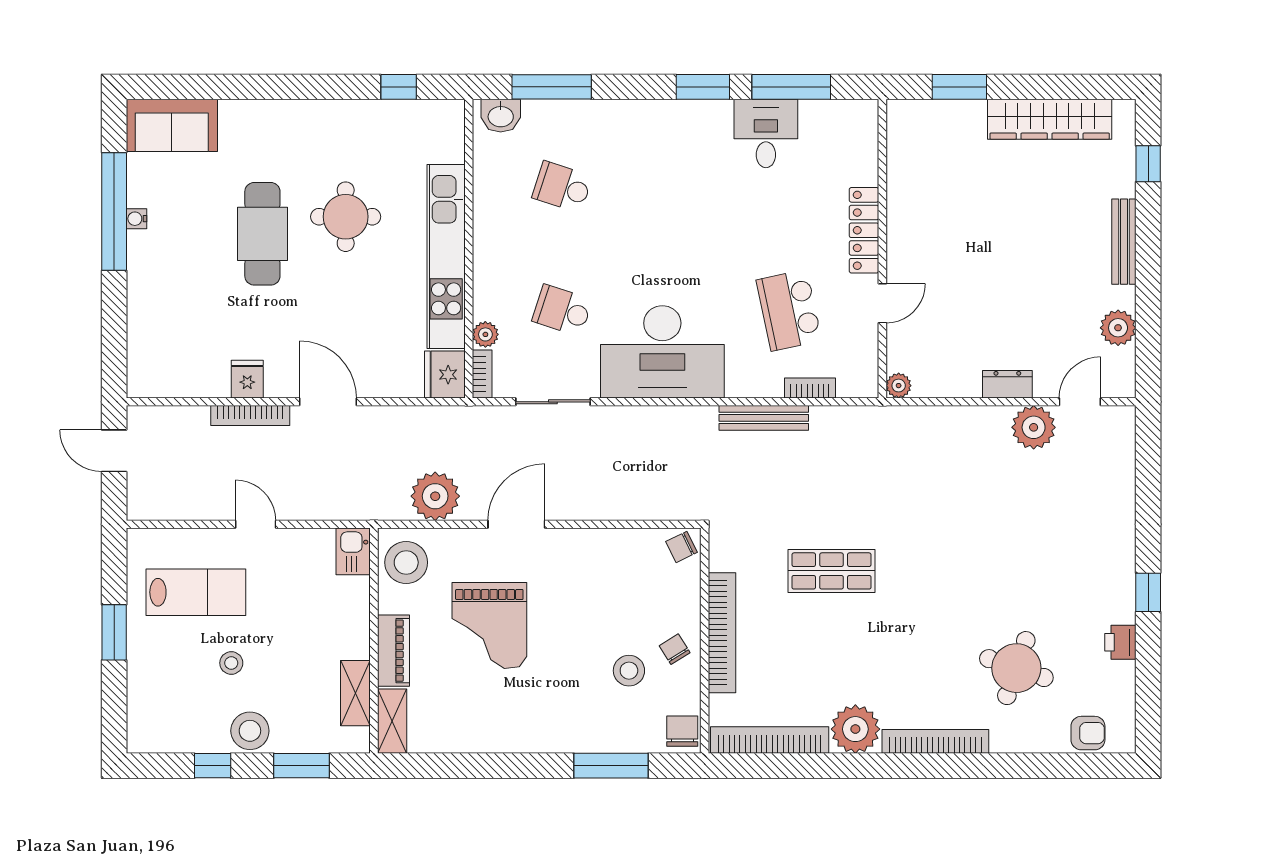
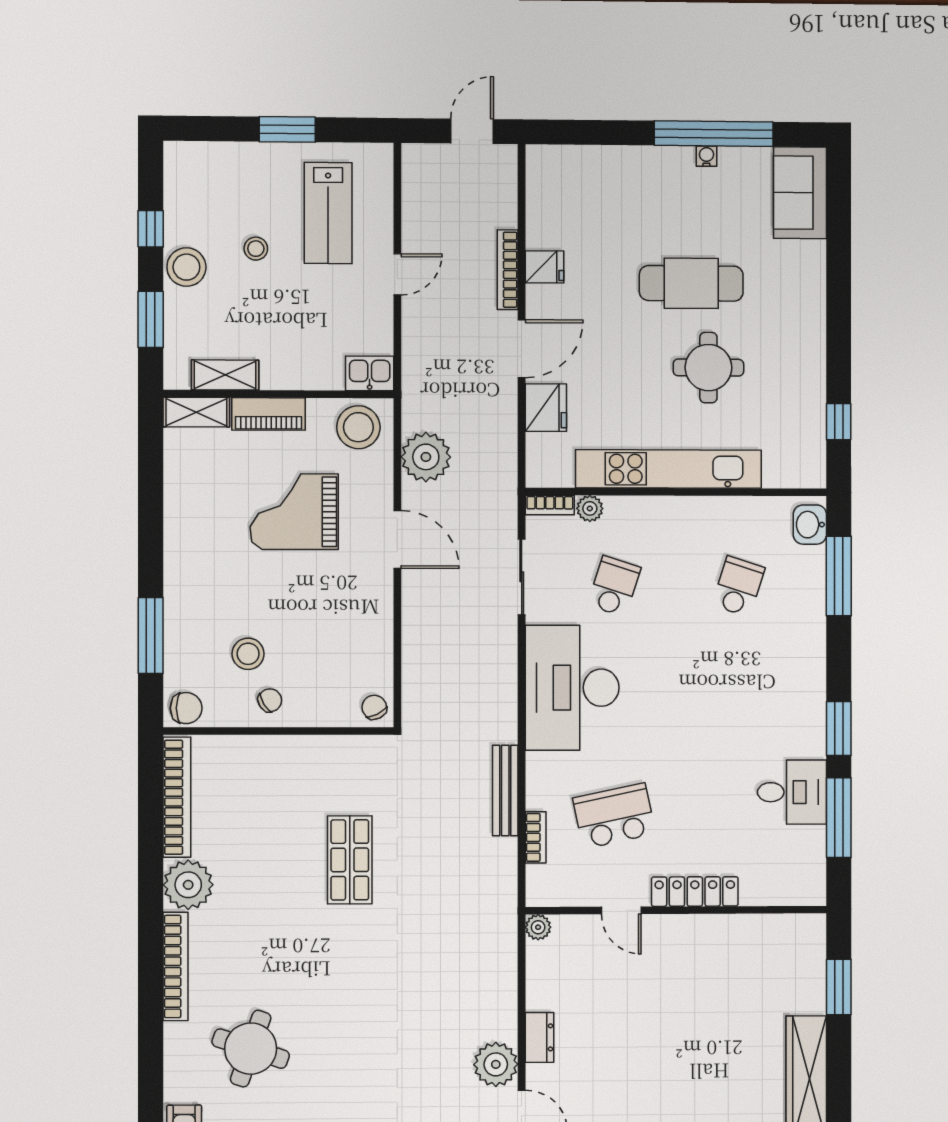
fridge: (445, 375) -> (546, 408), moved, turned 90
bookcase: (722, 633) -> (287, 749), removed

